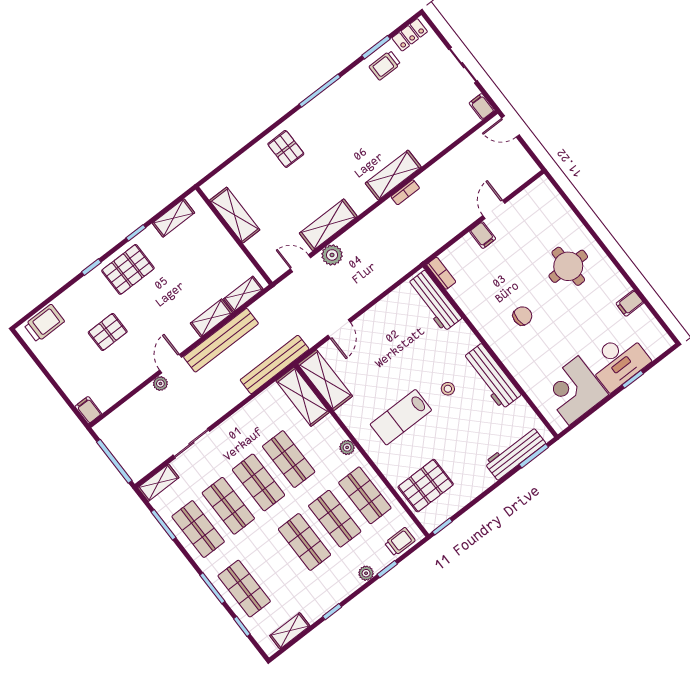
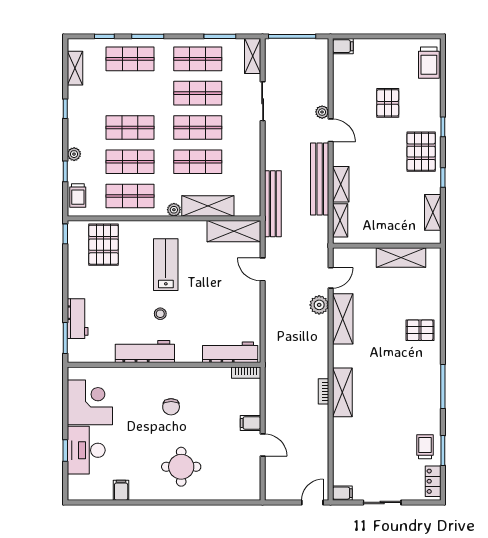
shelving: (303, 397) -> (208, 206), moved
workbench: (515, 453) -> (78, 319), width x0.73

